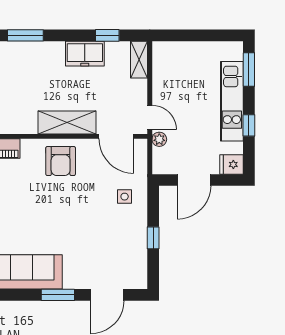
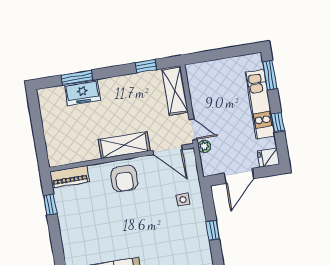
freezer: (85, 54) -> (82, 93), moved
shelving: (139, 60) -> (175, 90), width x1.50, depth x1.33

